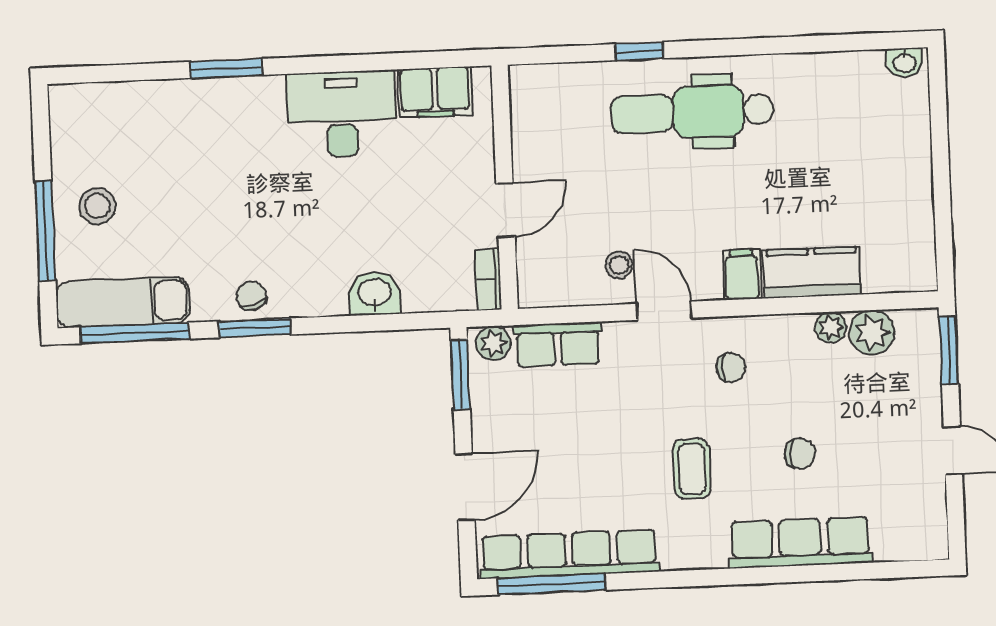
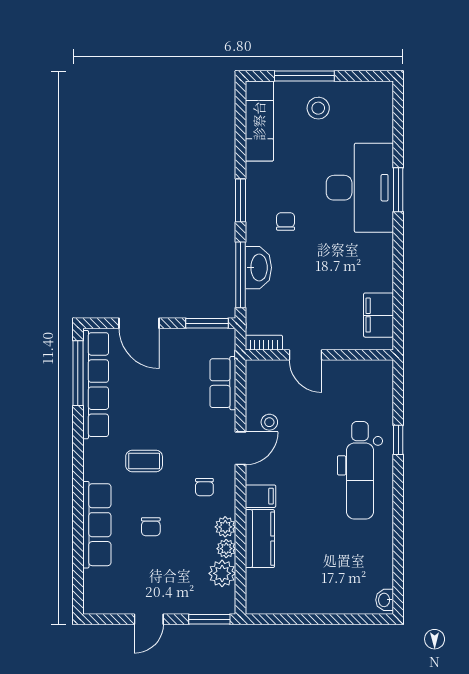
dental chair: (692, 112) -> (360, 470), turned 180
desk: (342, 114) -> (360, 188), moved, width x1.36, depth x1.30
washbasin: (374, 293) -> (258, 268), width x1.38
chair: (251, 296) -> (286, 221), moved, turned -74
window: (135, 333) -> (240, 275), moved
plant: (493, 343) -> (225, 527), moved

